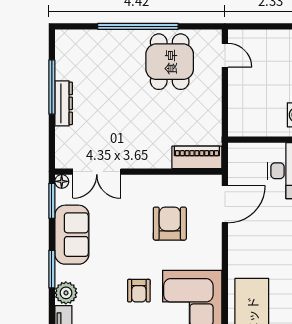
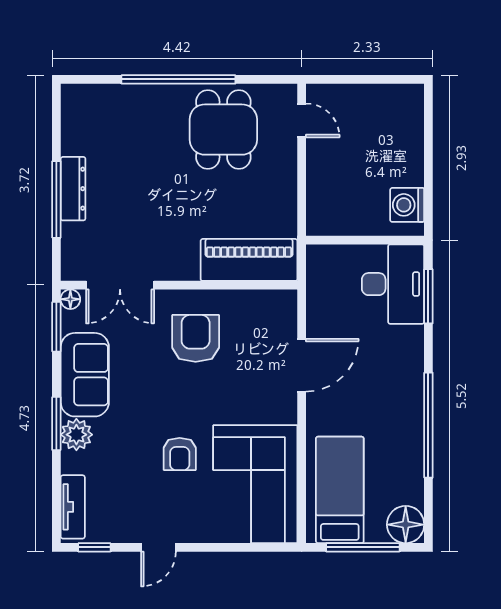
window: (52, 87) -> (56, 199), moved
piano: (197, 157) -> (249, 260), width x1.37, depth x1.33
door: (225, 204) -> (302, 365), moved
armchair: (170, 224) -> (196, 338), moved
plant: (66, 293) -> (76, 435), moved

